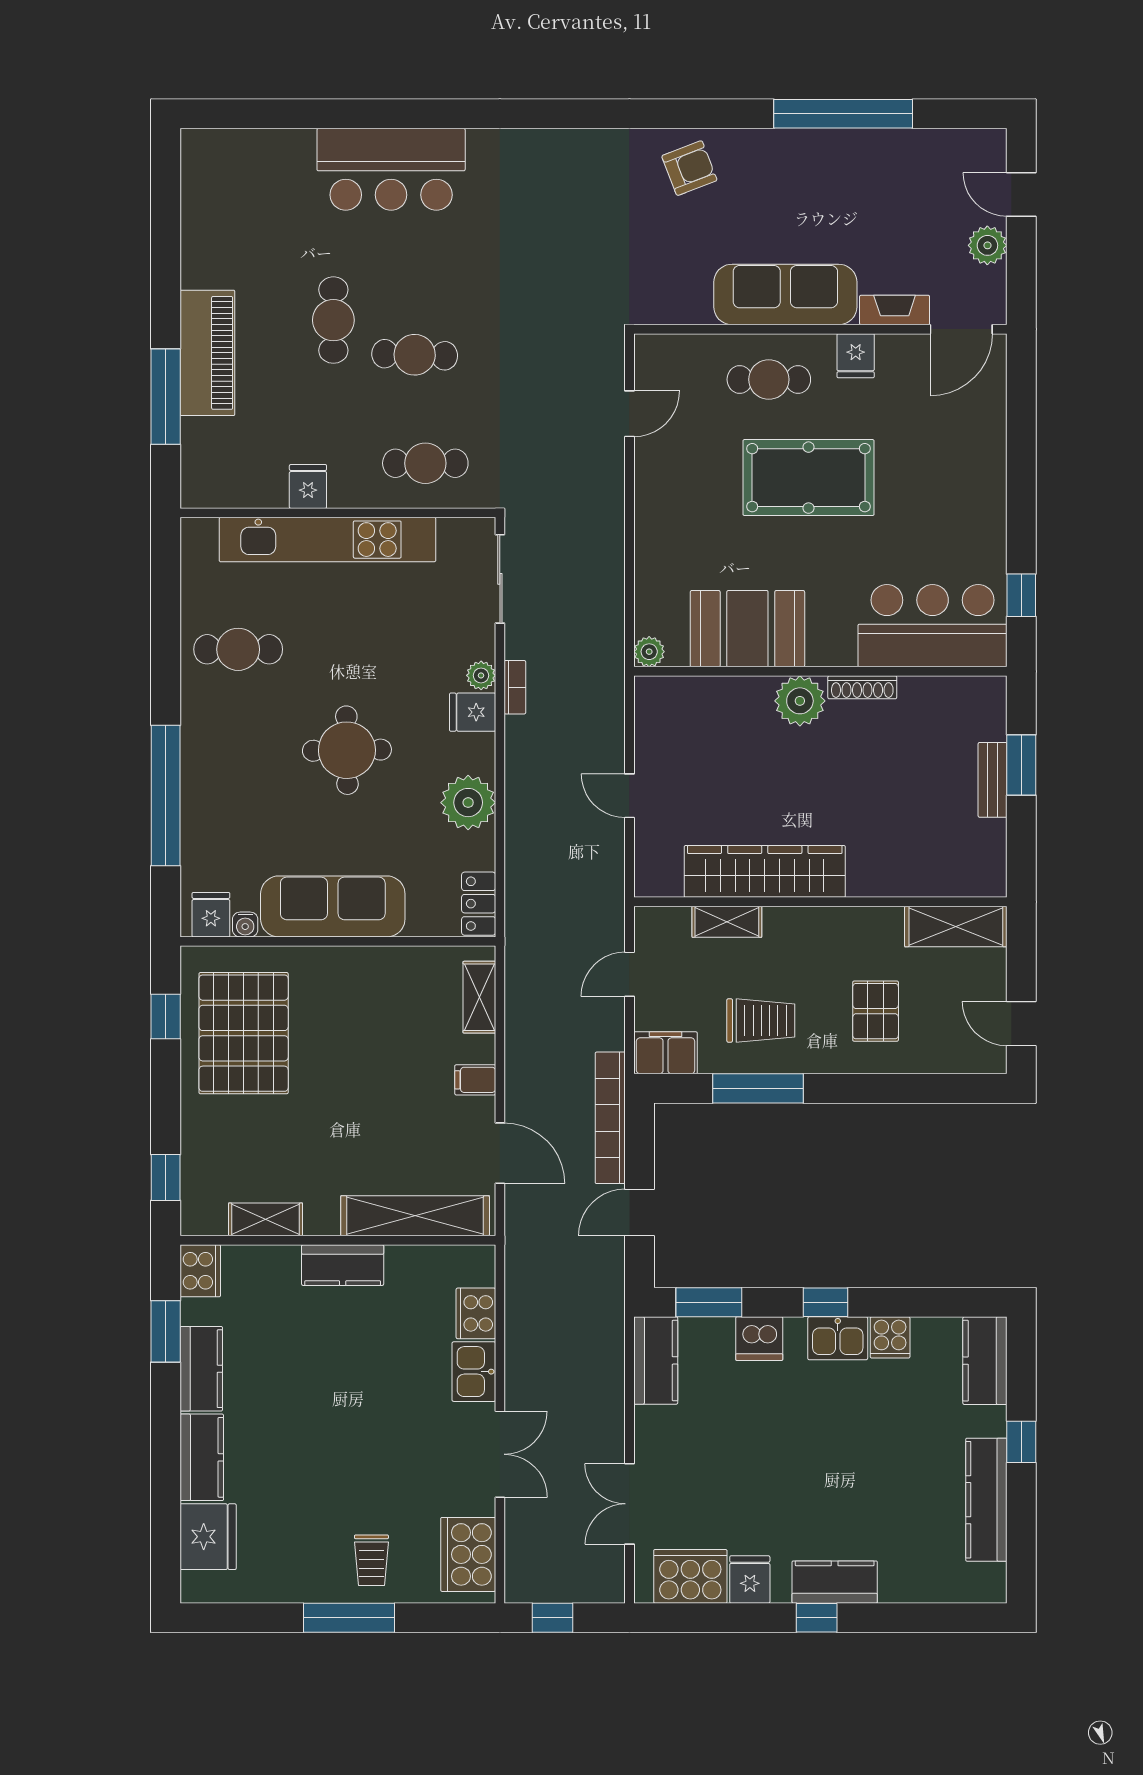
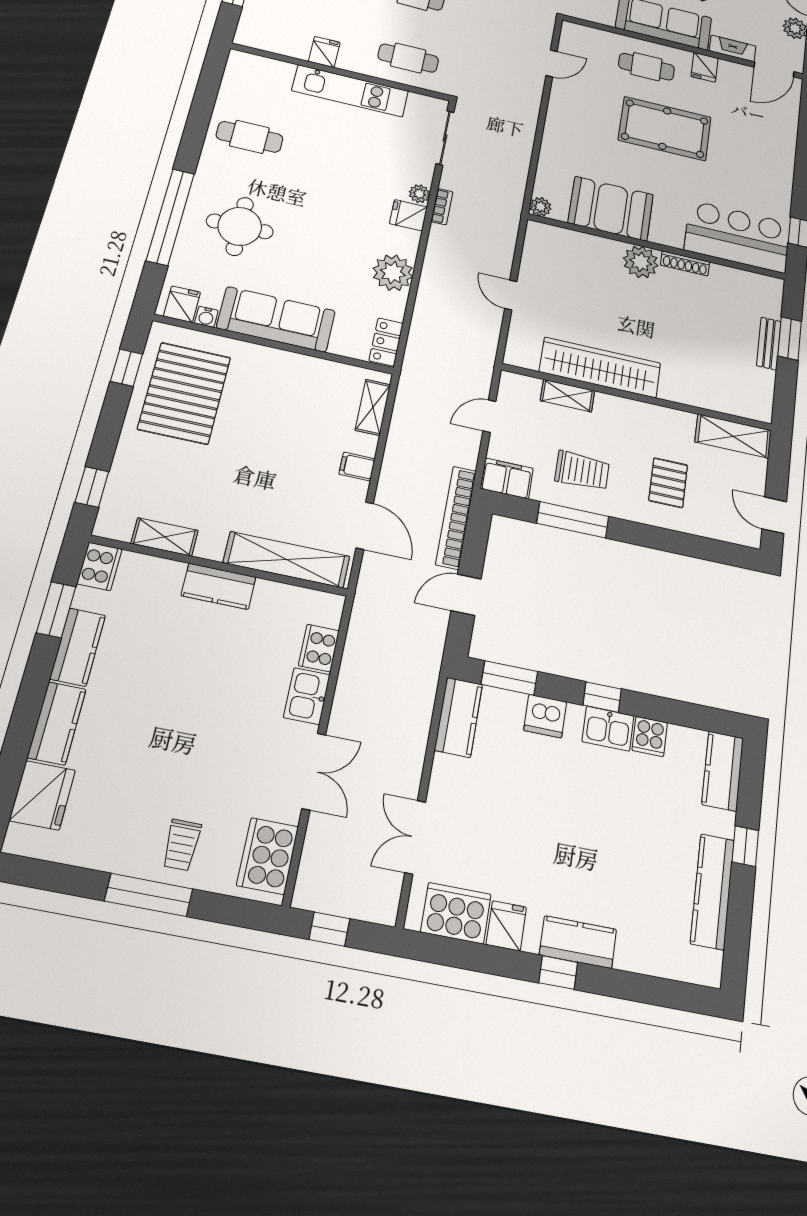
kitchen unit: (327, 540) -> (350, 91), width x0.73
round table: (347, 750) -> (240, 226), moved

